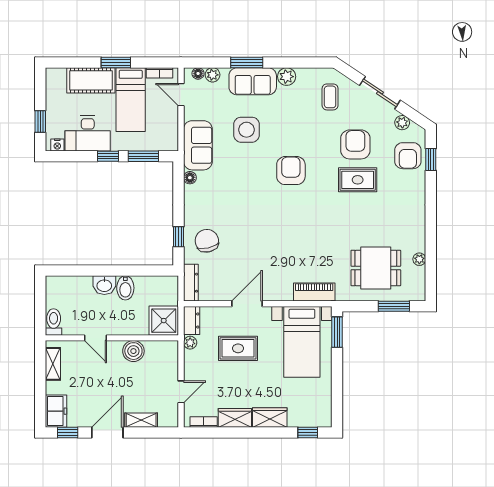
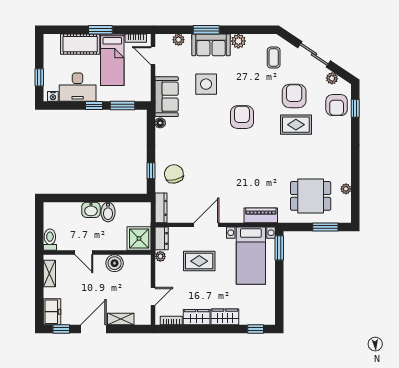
floor lamp: (198, 73) -> (167, 39), removed

